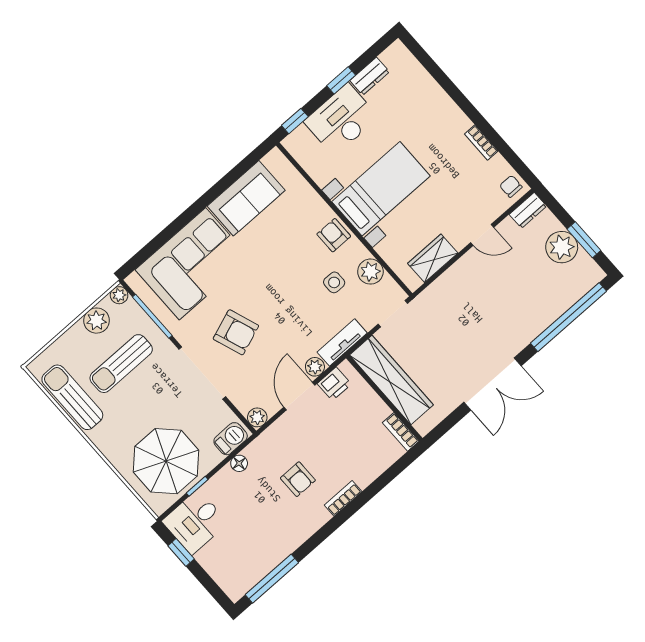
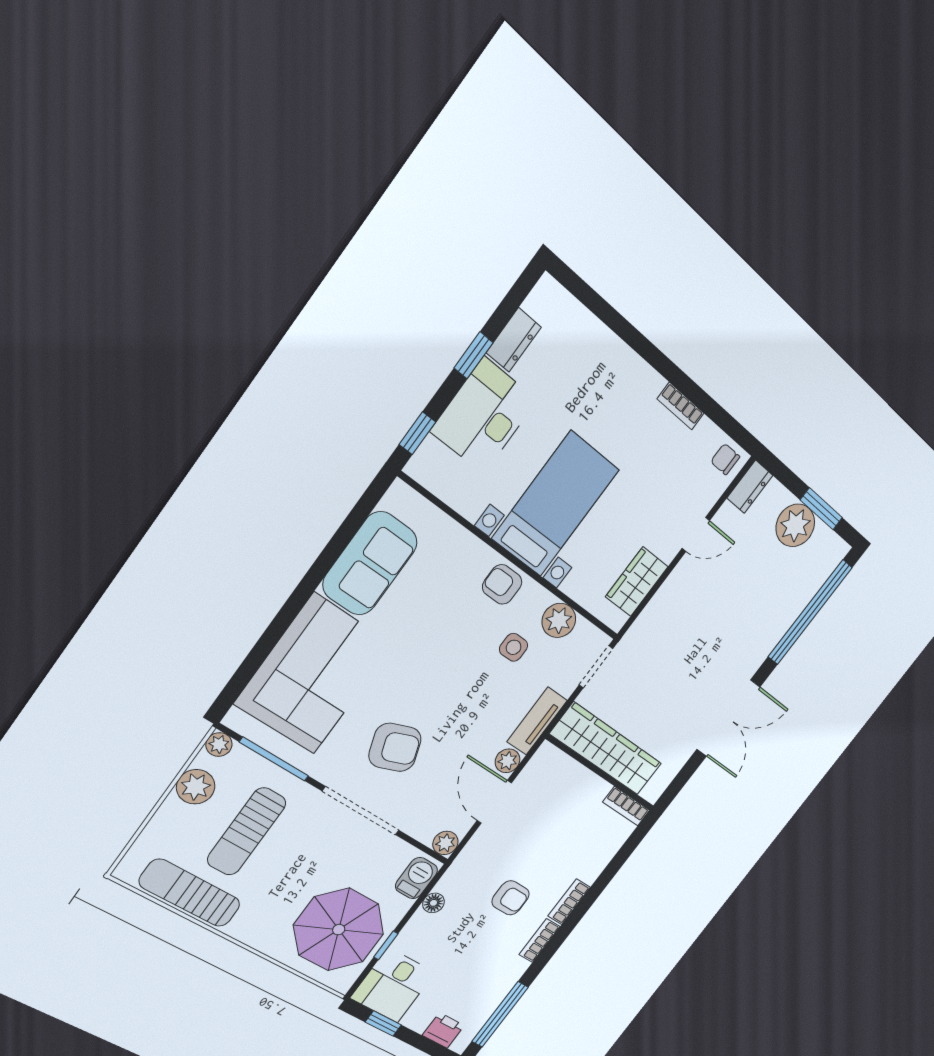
printer: (334, 384) -> (443, 1030), moved, turned -90
bookcase: (314, 524) -> (540, 940), added

